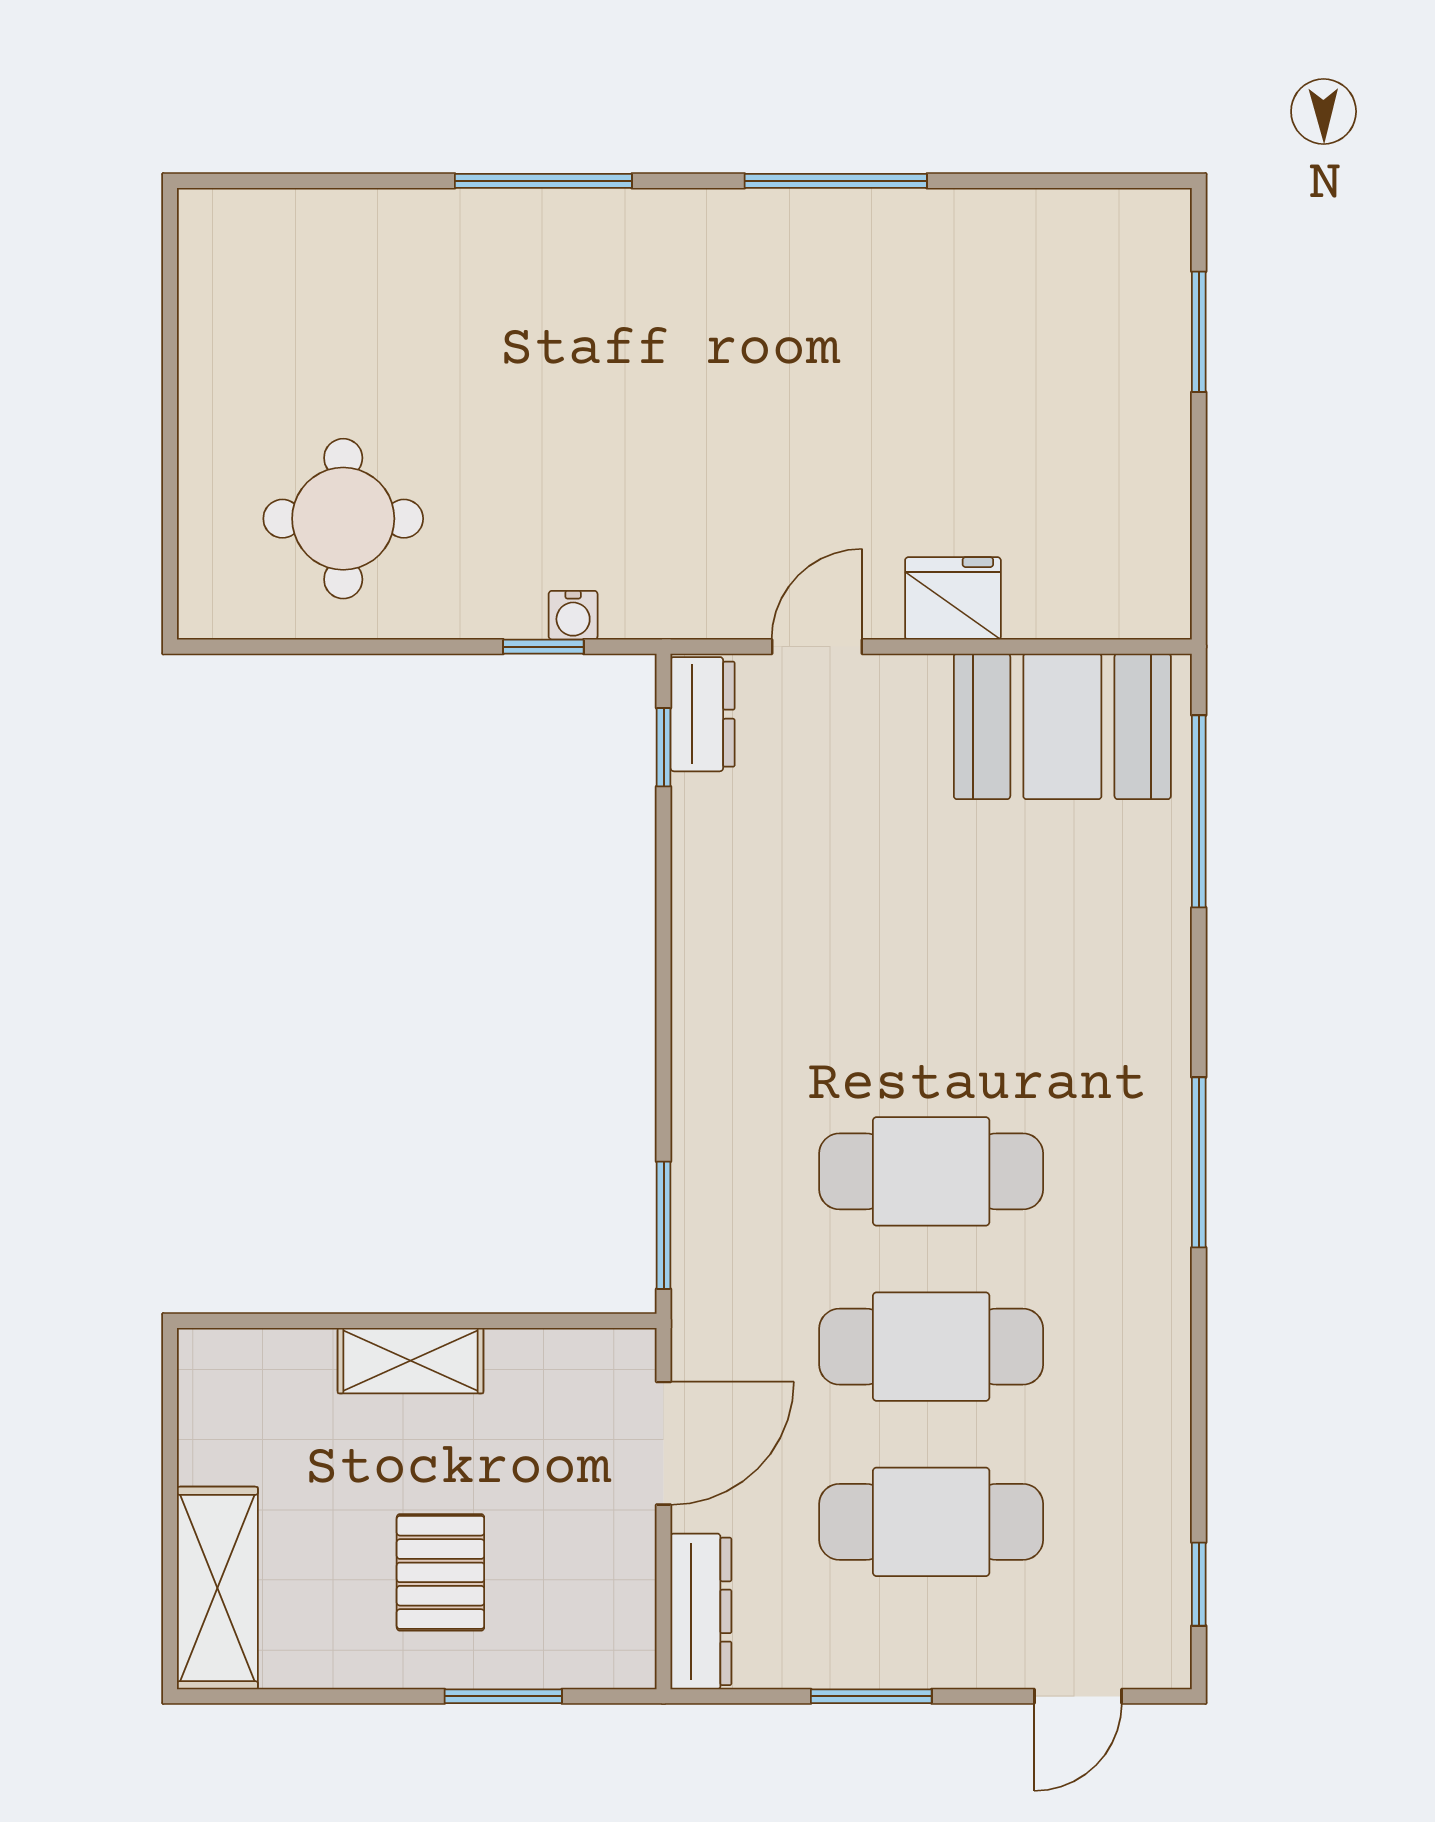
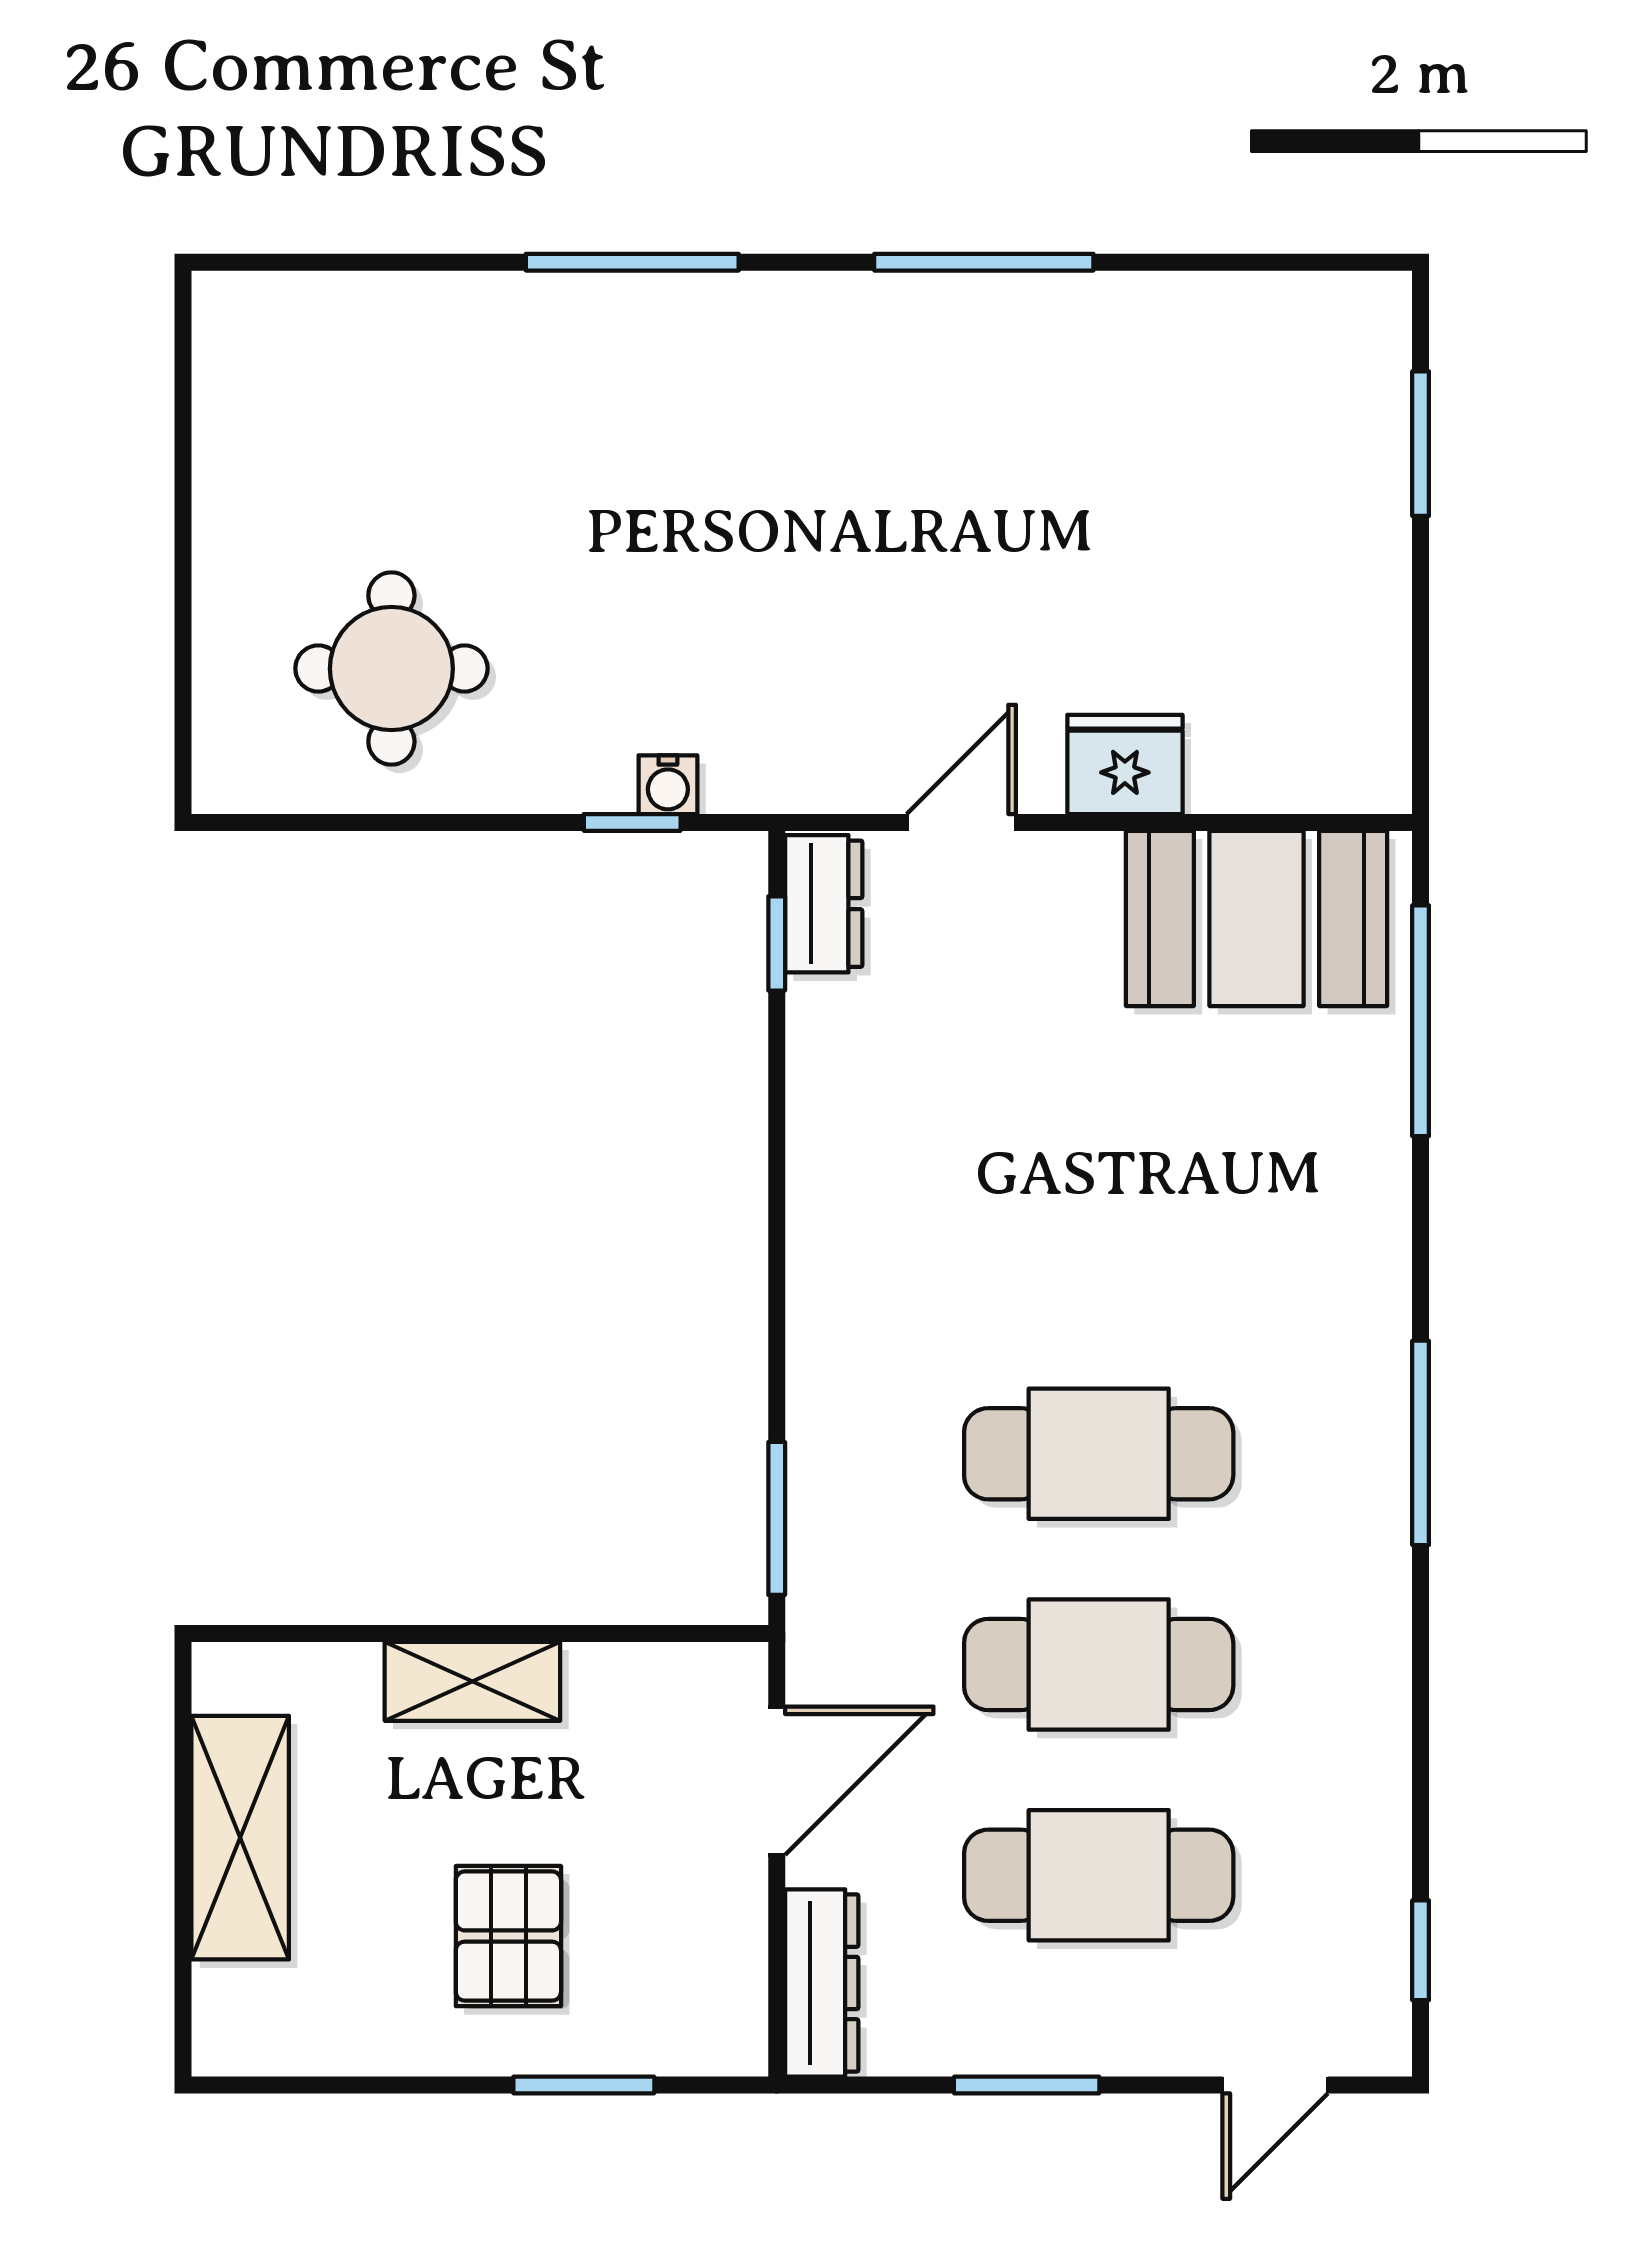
shelving: (217, 1588) -> (240, 1838), moved

